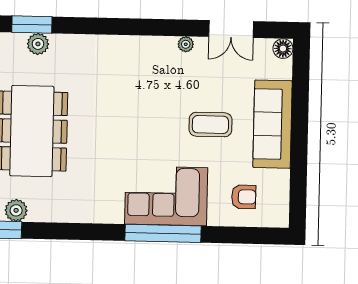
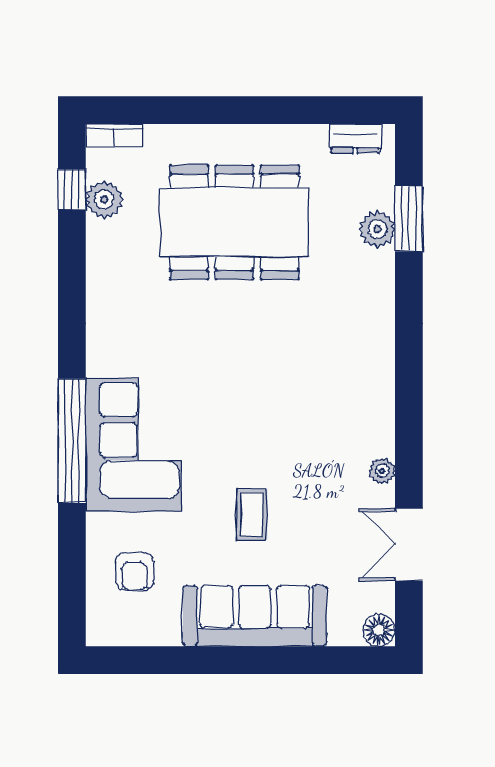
coffee table: (210, 125) -> (252, 514), width x0.73, depth x0.77

